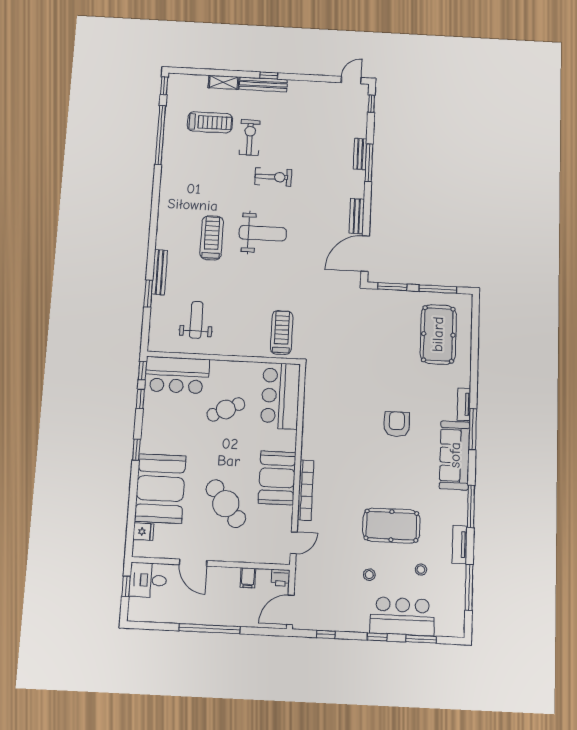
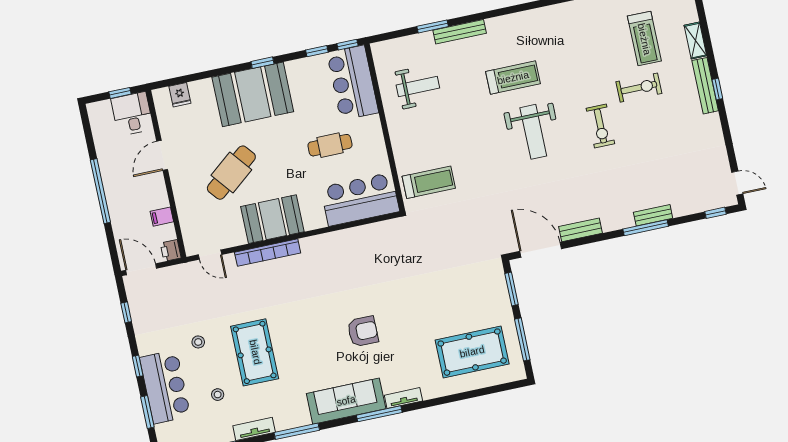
cafe table: (226, 409) -> (330, 145), turned -64
booth: (160, 489) -> (253, 94), moved

